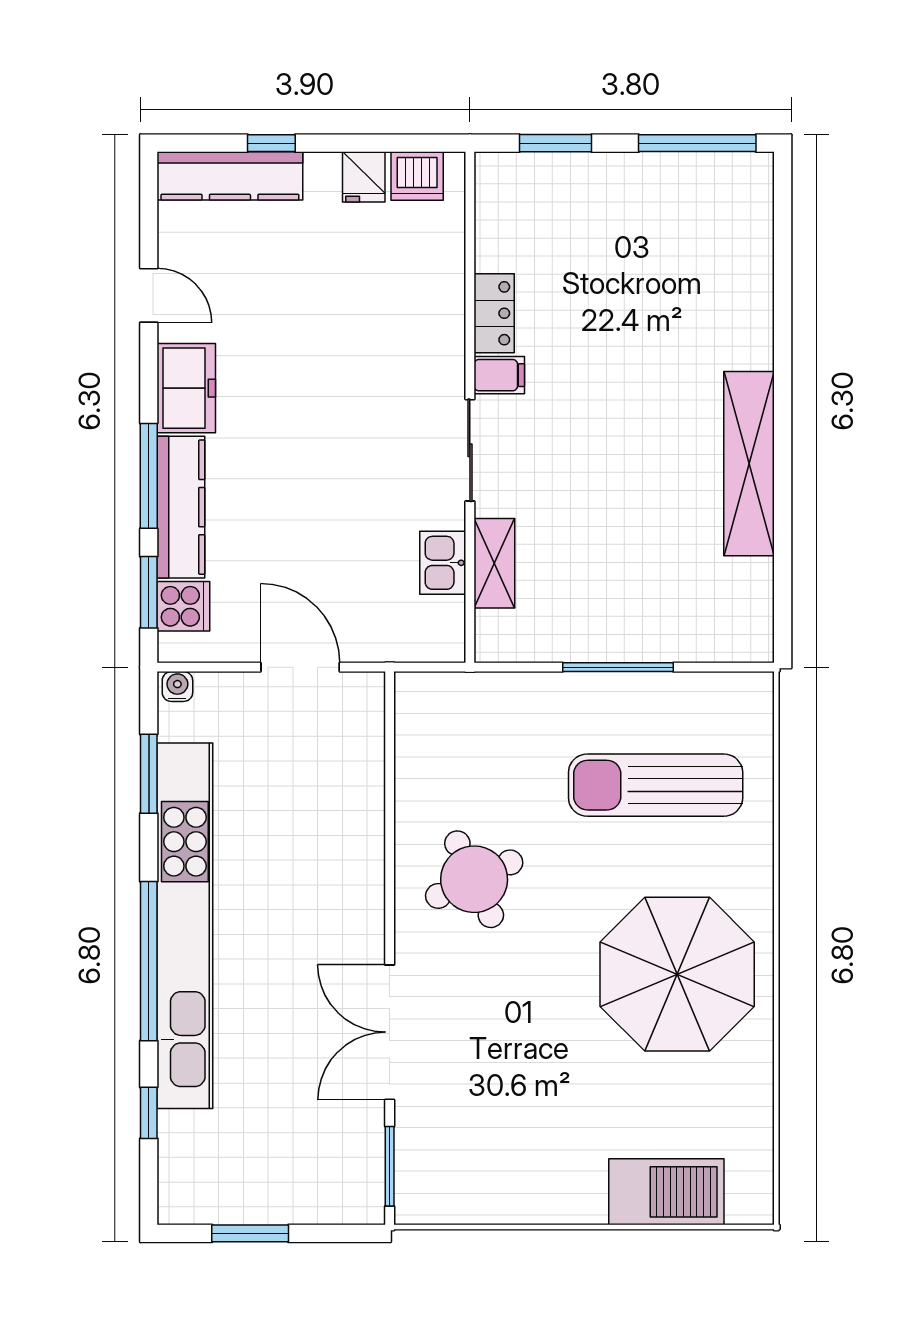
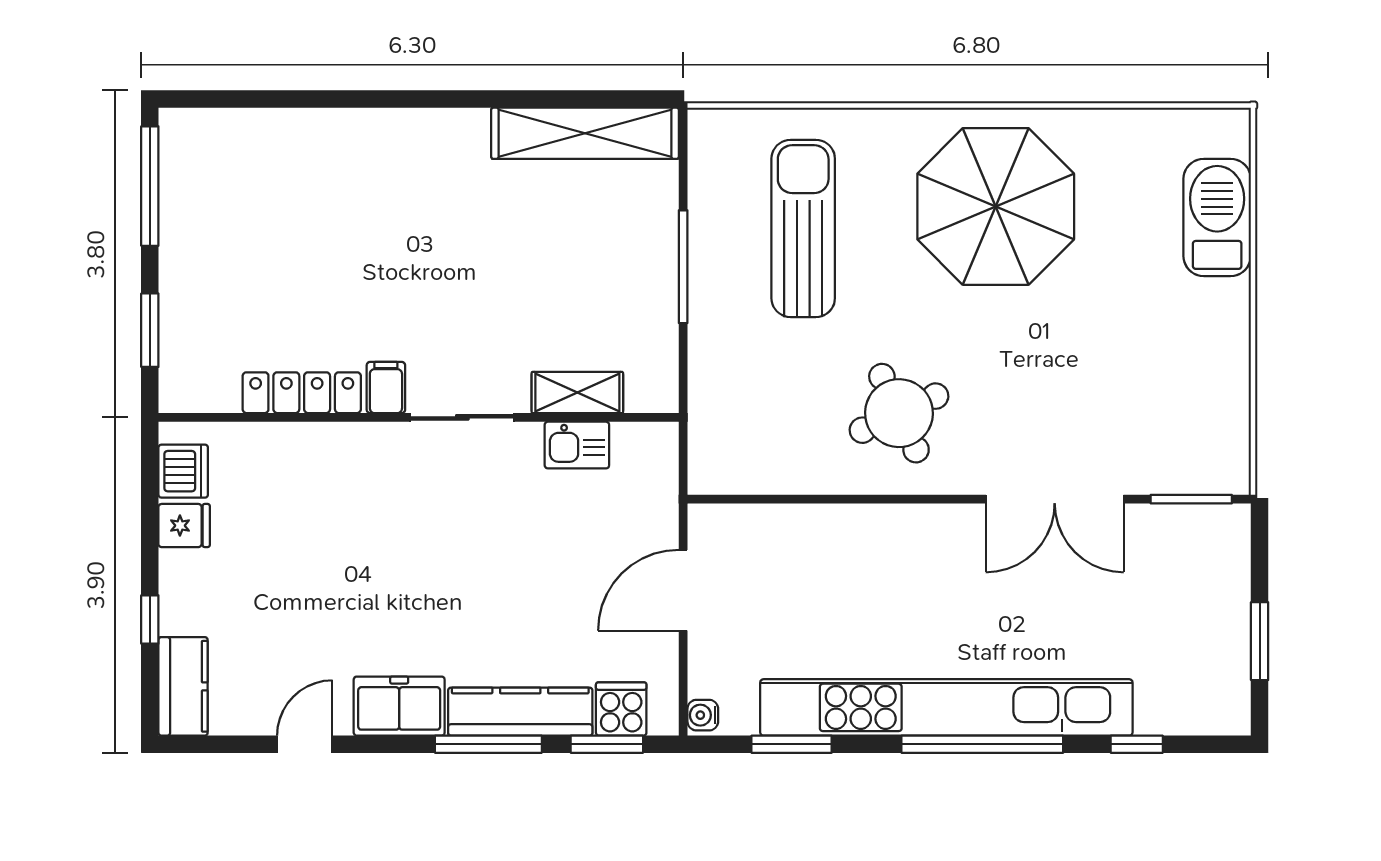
kitchen counter: (230, 176) -> (183, 686), width x0.67
locker: (494, 313) -> (302, 393), width x1.53
shelving: (749, 464) -> (585, 133), moved
sun lounger: (656, 785) -> (803, 228), turned 180

